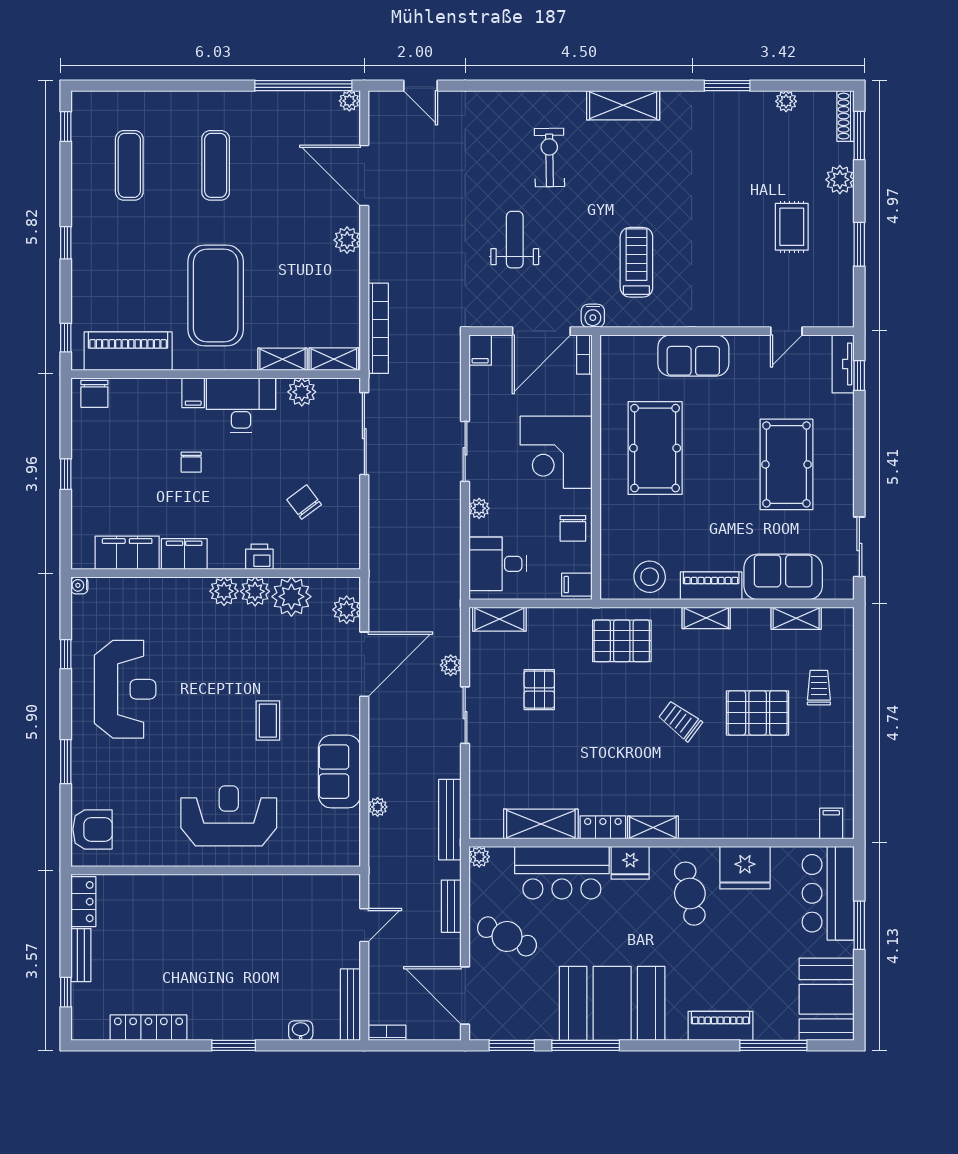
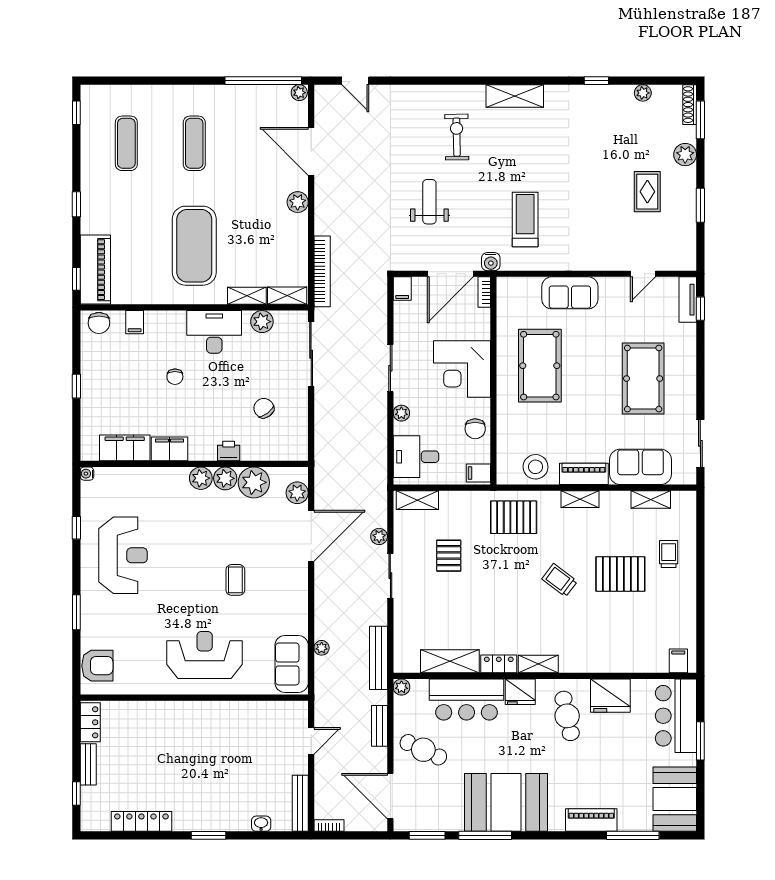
window: (727, 86) -> (596, 81), width x0.67
piano: (128, 351) -> (95, 270), moved, turned 90
filing cabinet: (193, 393) -> (135, 322), moved
sofa: (339, 772) -> (292, 664), moved

